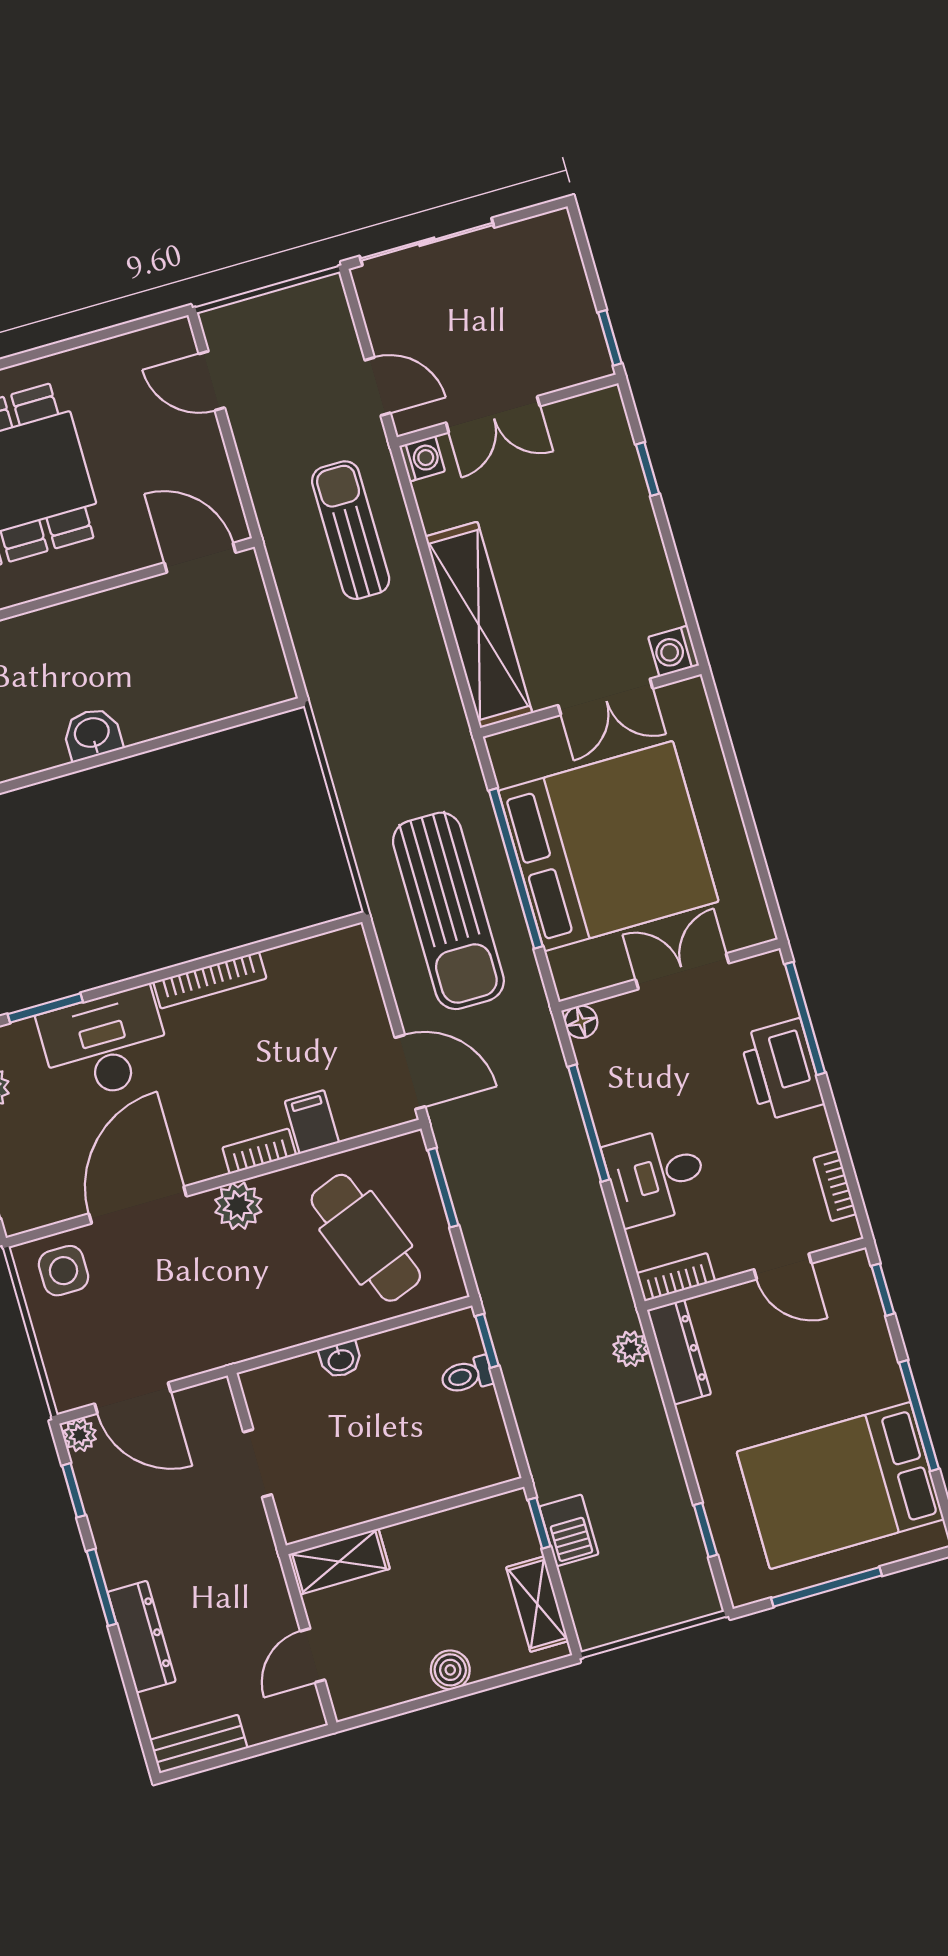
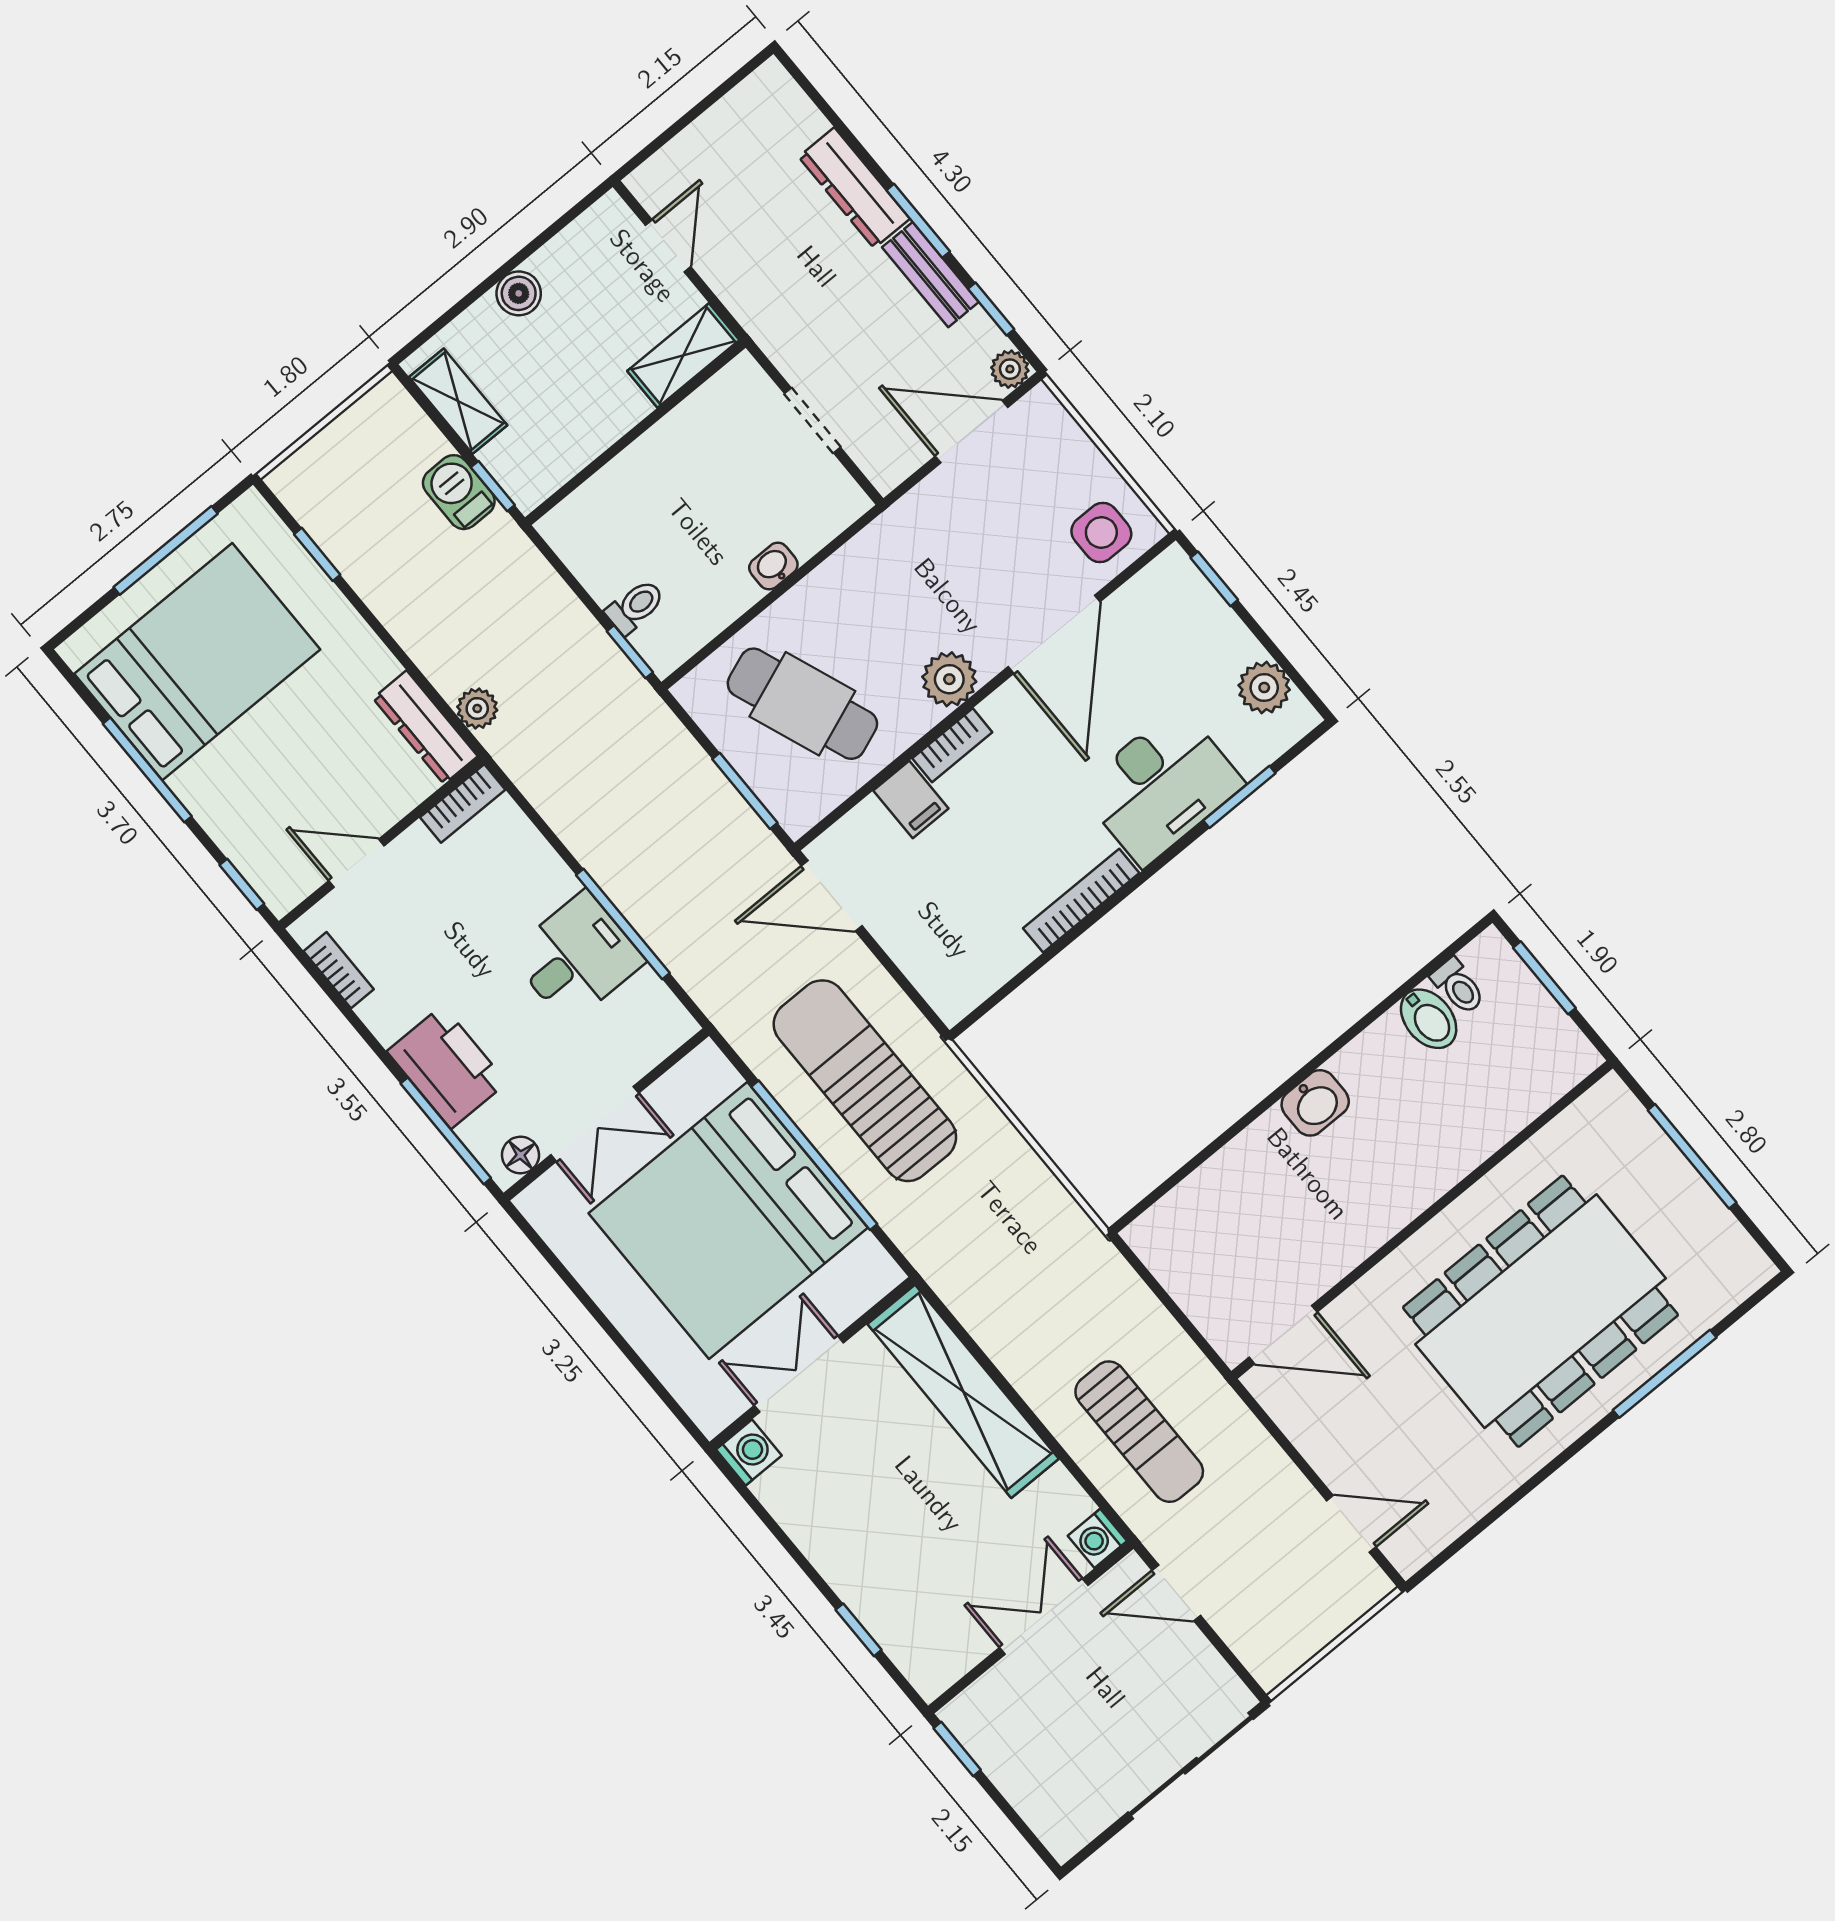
floor lamp: (581, 1022) -> (521, 1155), moved
desk: (656, 1176) -> (577, 958), moved
bench: (199, 1744) -> (930, 275), moved, turned 90

